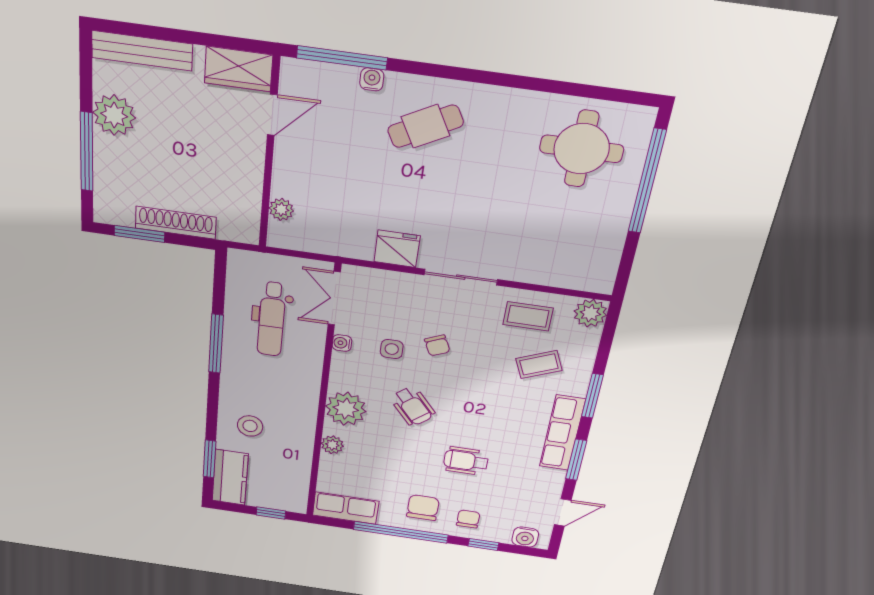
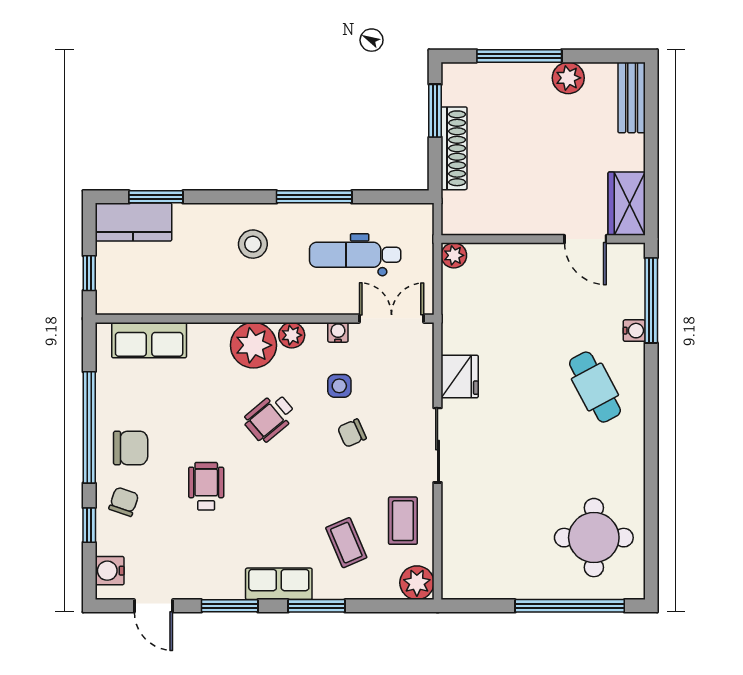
bench: (142, 51) -> (632, 98), width x0.73
plant: (114, 115) -> (568, 78), width x0.73, depth x0.73
plant: (281, 209) -> (454, 255), moved
stool: (250, 426) -> (253, 244), moved
row of seats: (562, 433) -> (279, 584), width x0.68
plant: (332, 445) -> (292, 335), moved
row of seats: (346, 508) -> (149, 340), moved, turned 90
chair: (468, 519) -> (124, 502), turned -71

